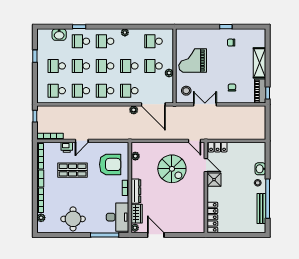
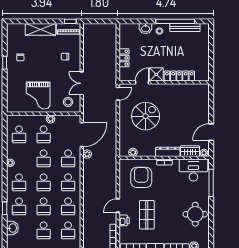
door: (82, 141) -> (118, 206), swing flipped
locker: (218, 147) -> (124, 58), moved
locker: (212, 217) -> (179, 76), moved

